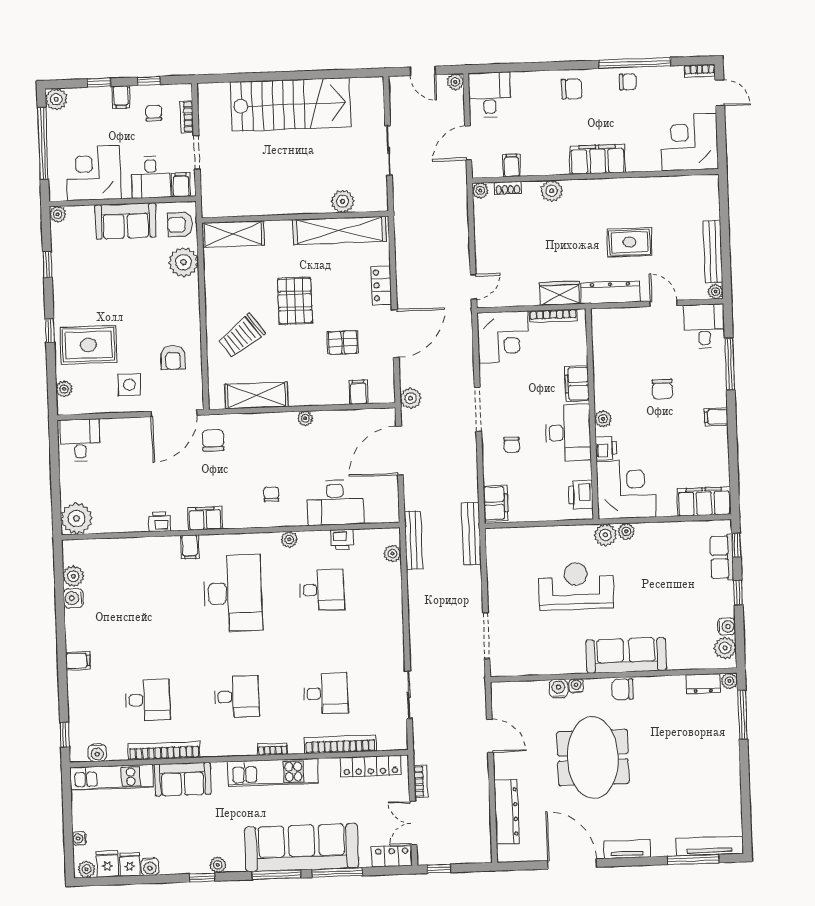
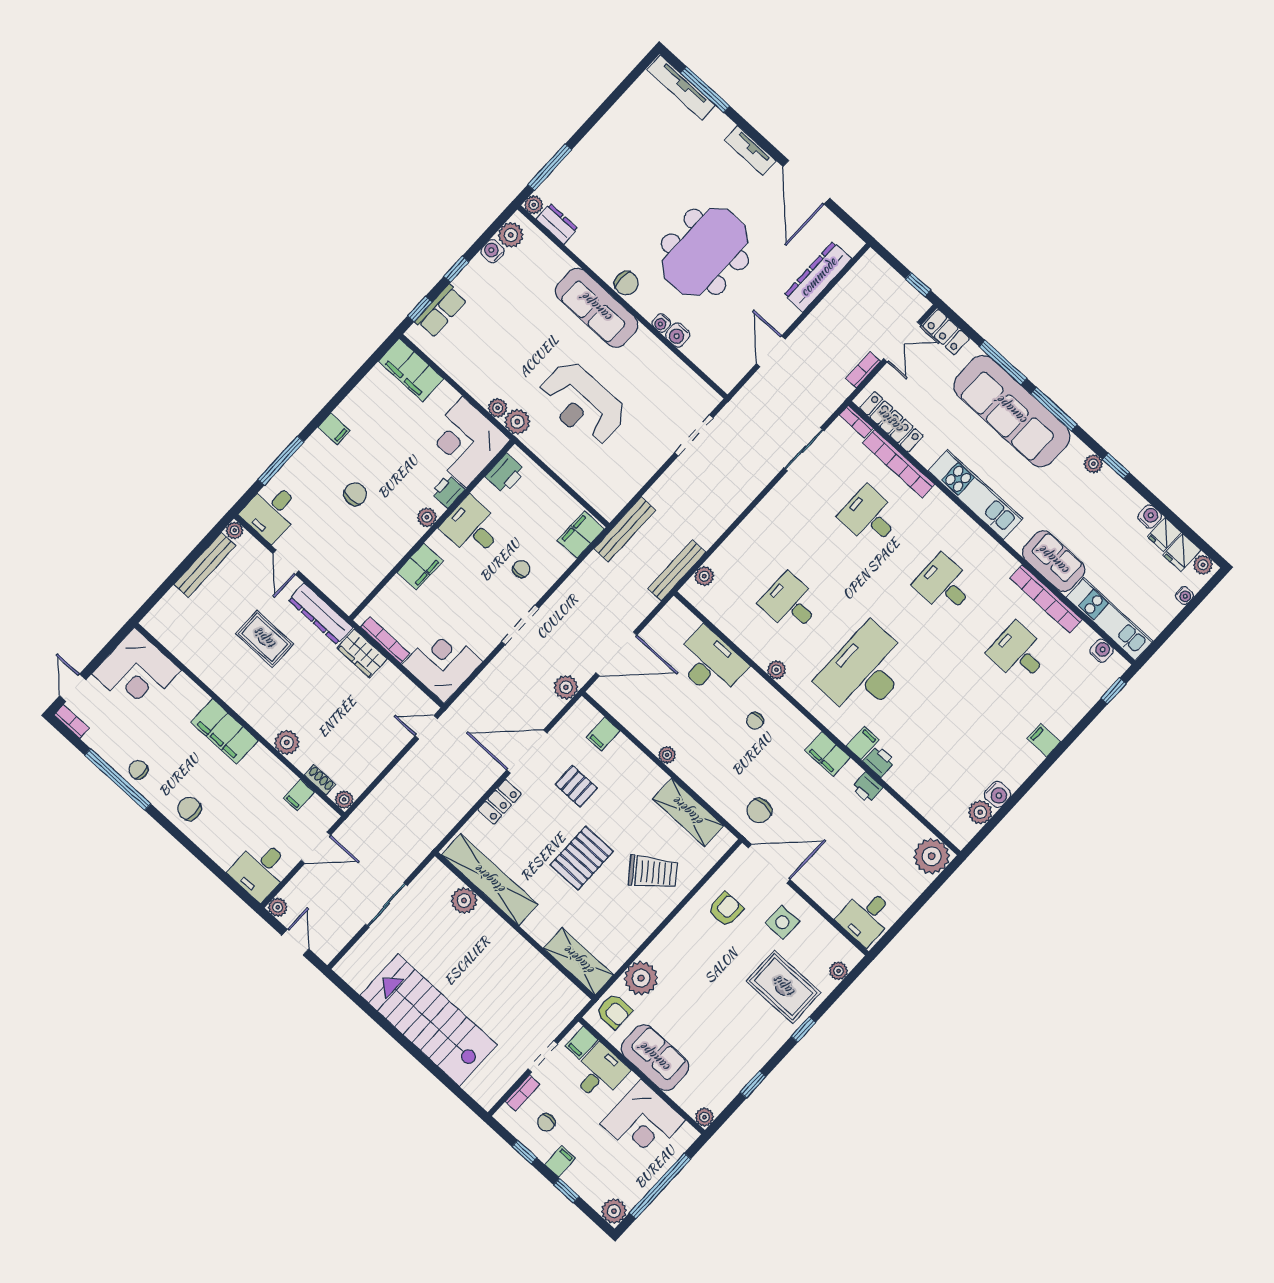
desk: (568, 433) -> (472, 528), width x0.73
printer: (342, 539) -> (879, 761), moved
bookcase: (273, 749) -> (856, 422), moved

